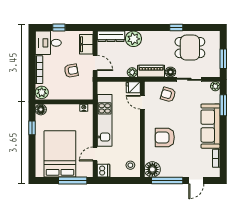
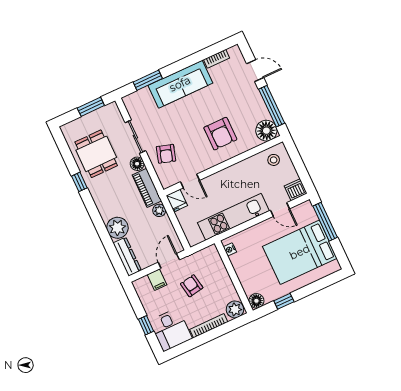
filing cabinet: (86, 44) -> (157, 280), width x0.50
plant: (215, 86) -> (129, 101), removed
door: (142, 102) -> (190, 181), hinge flipped

